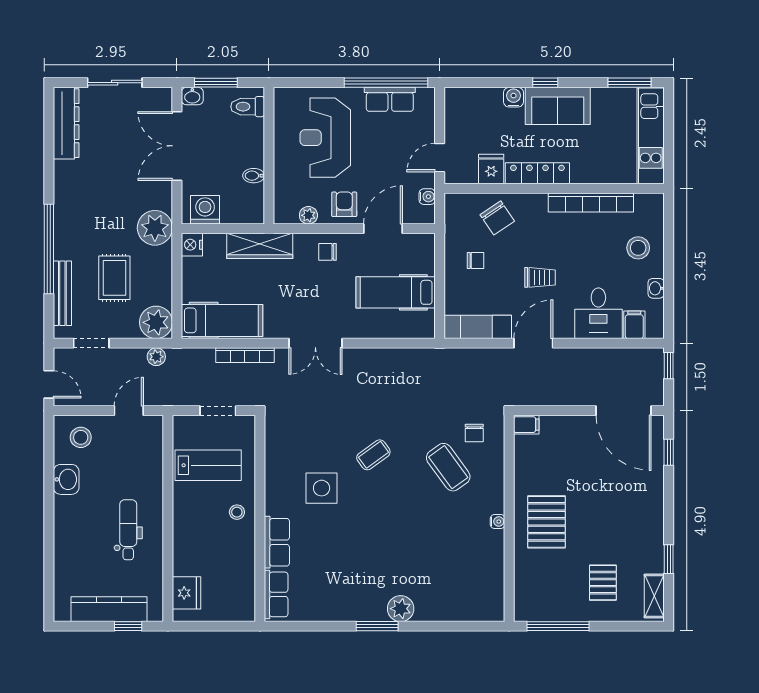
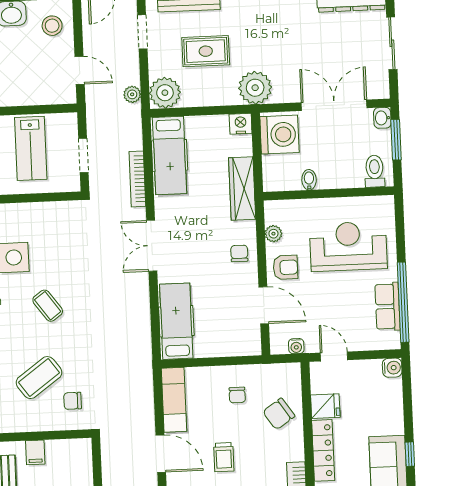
water cooler: (513, 97) -> (392, 368), moved
washing machine: (205, 210) -> (279, 135), width x1.37, depth x1.37
hospital bed: (396, 292) -> (176, 321), moved
filing cabinet: (526, 425) -> (35, 452), moved

